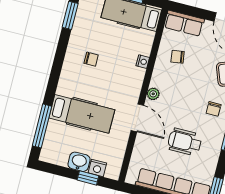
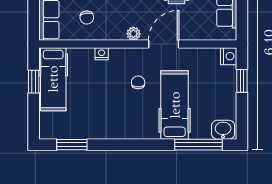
chair: (91, 59) -> (138, 82), moved
washbasin: (79, 162) -> (223, 130), moved, turned 90
nightstand: (97, 168) -> (229, 56), moved

